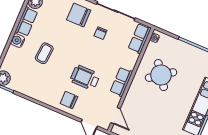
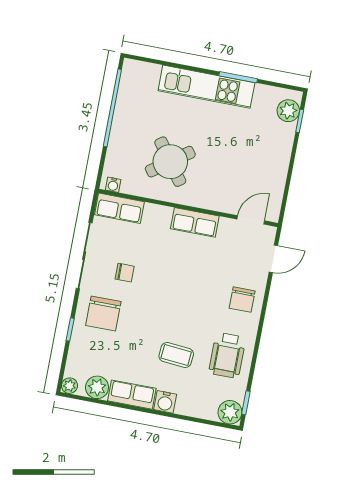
wheelchair: (85, 78) -> (227, 355), moved

